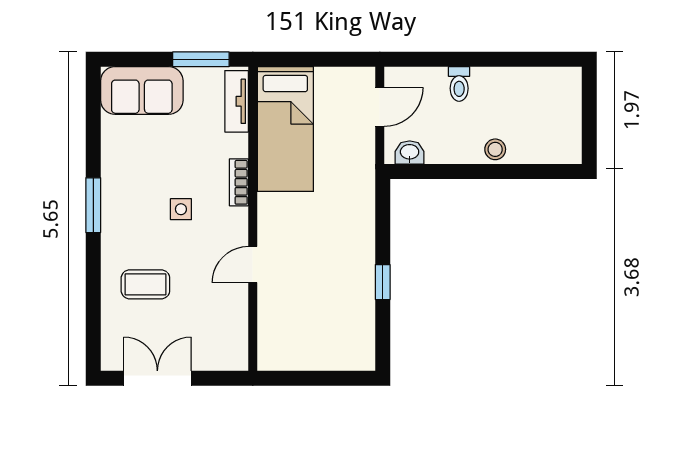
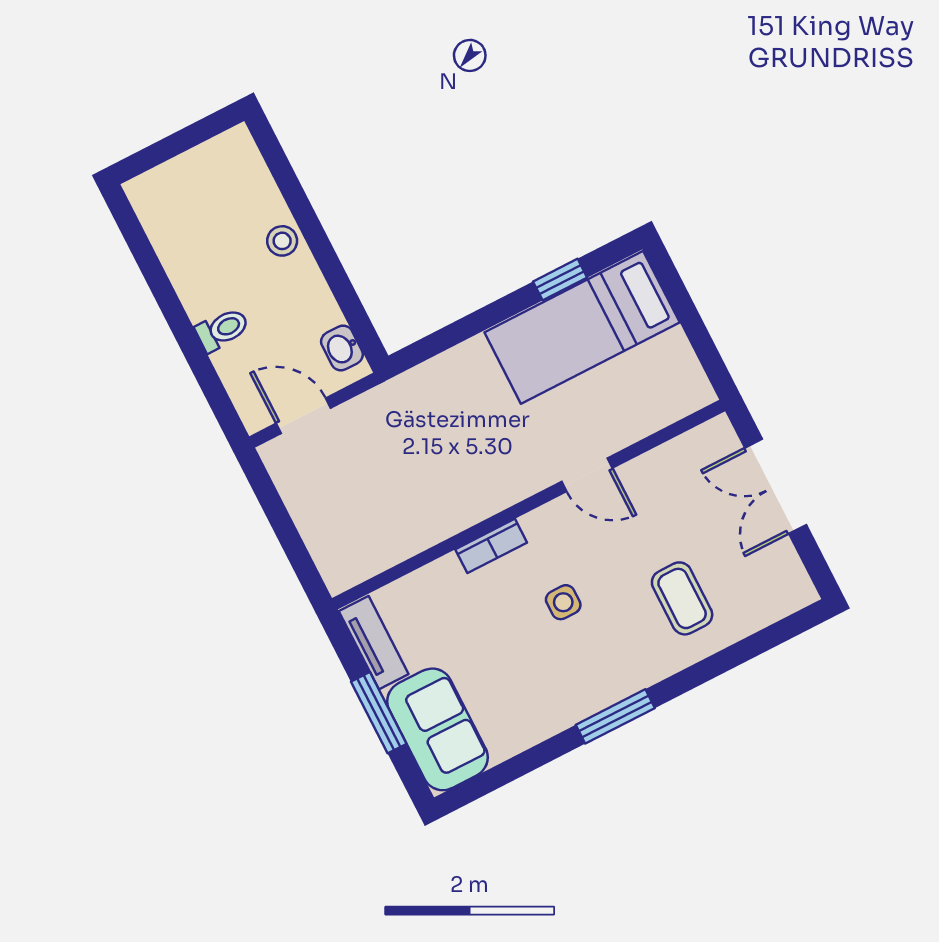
window: (201, 59) -> (379, 713), moved
tv unit: (237, 101) -> (374, 643), moved, turned -90
bed: (285, 129) -> (582, 327), moved, turned 180
window: (383, 282) -> (560, 280), moved
double door: (157, 378) -> (776, 486), moved

